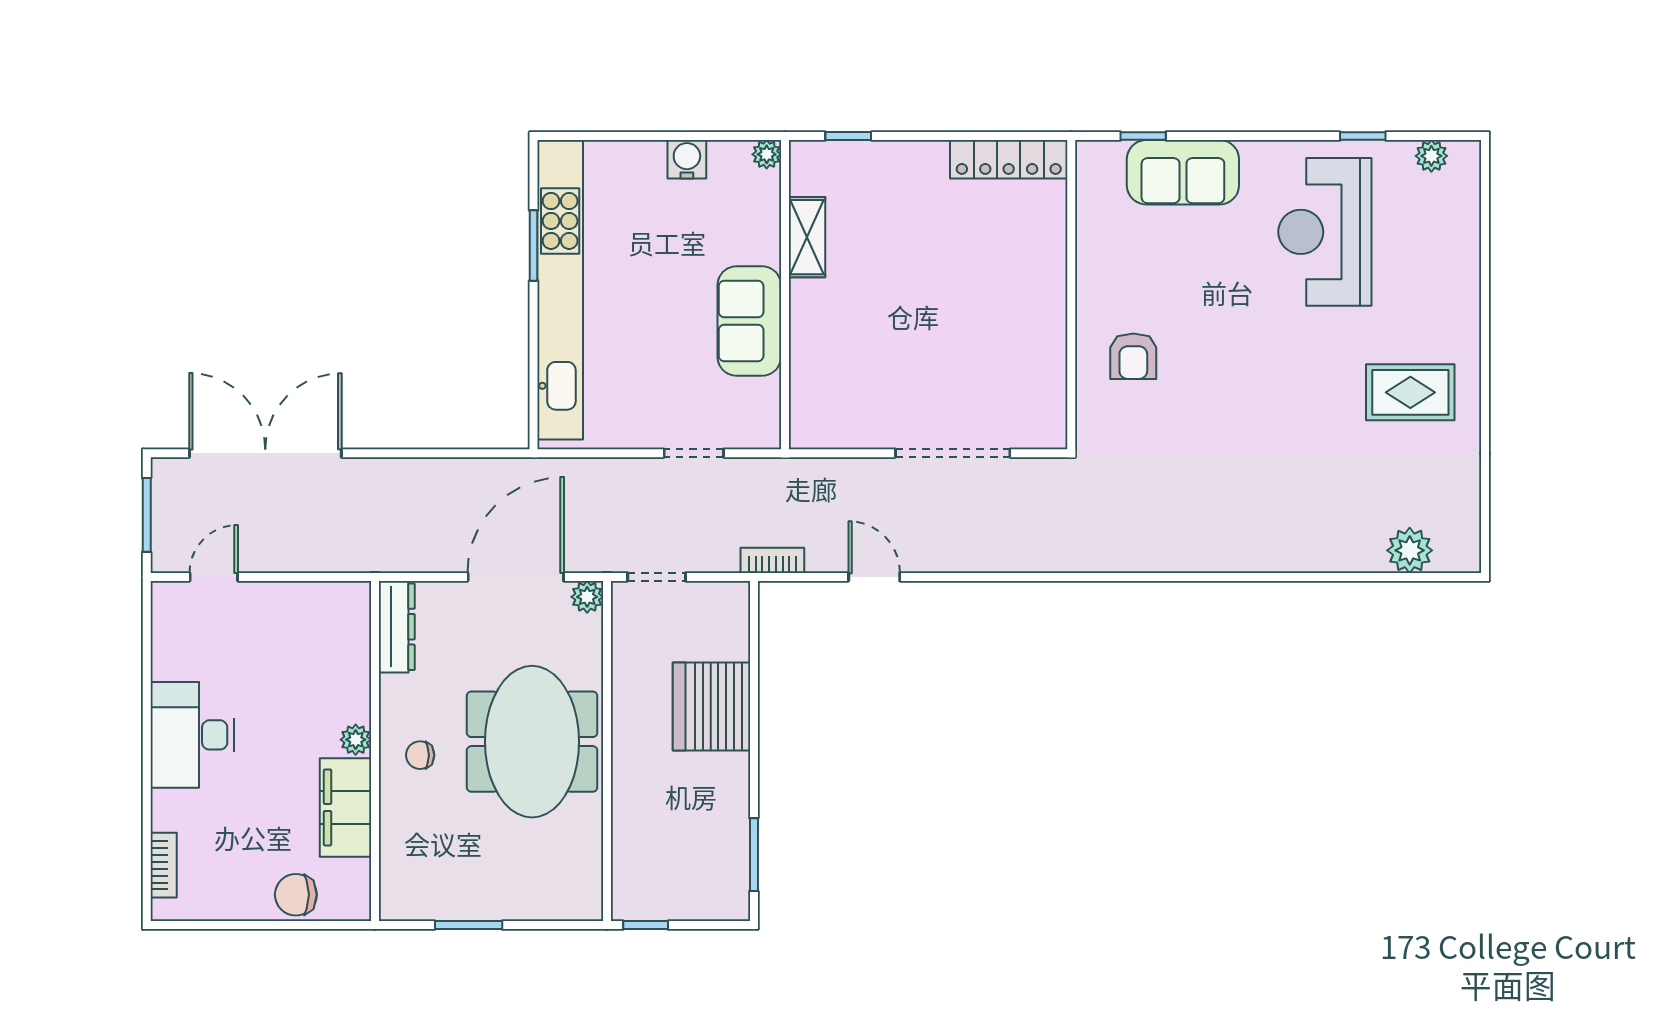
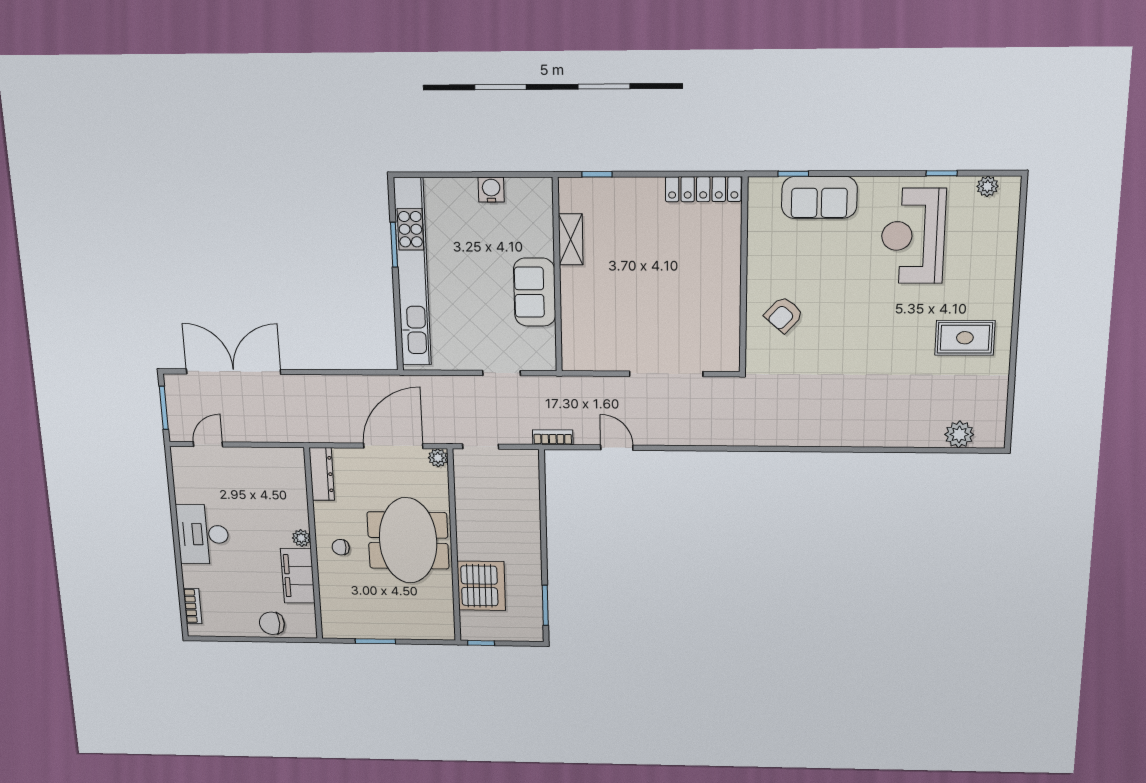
plant: (767, 154) -> (543, 186), removed
armchair: (1133, 356) -> (784, 315), turned 42
server rack: (712, 707) -> (481, 586), moved, turned 180

